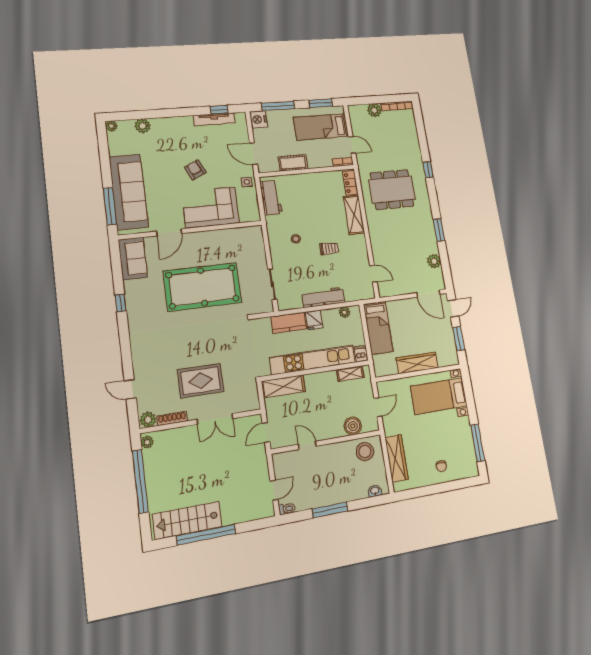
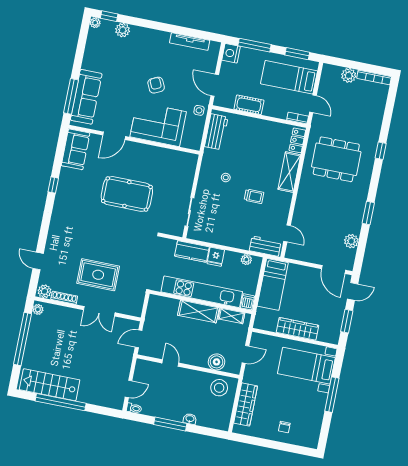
window: (219, 110) -> (109, 16), moved
sofa: (129, 192) -> (86, 97), width x0.74, depth x0.79
pool table: (203, 287) -> (127, 194), width x0.73, depth x0.76
workbench: (323, 297) -> (265, 246), moved, width x0.73
shelving: (283, 386) -> (198, 312), moved
window: (478, 443) -> (332, 395), moved
washbasin: (375, 491) -> (190, 419), moved

